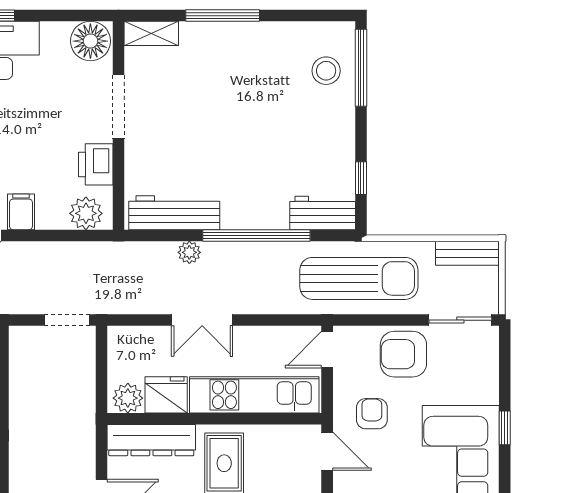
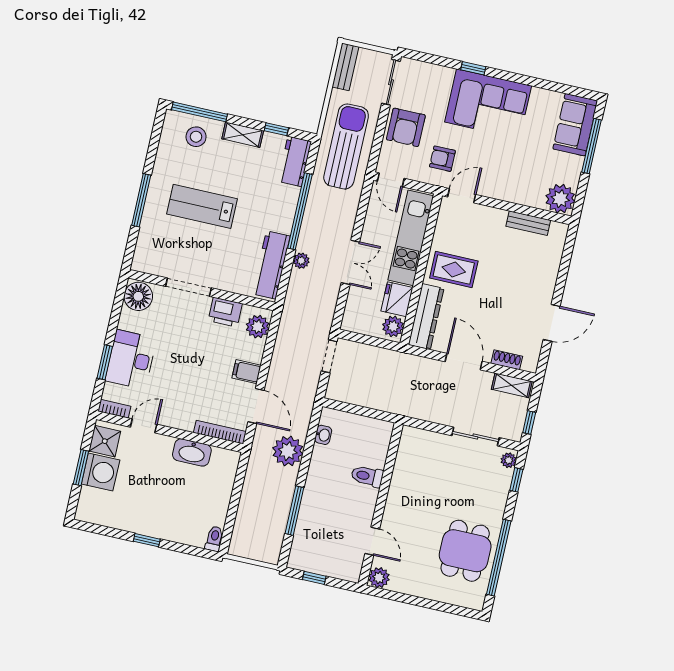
shelving: (151, 33) -> (243, 135), moved, turned 90
lab bench: (233, 100) -> (202, 206), added

